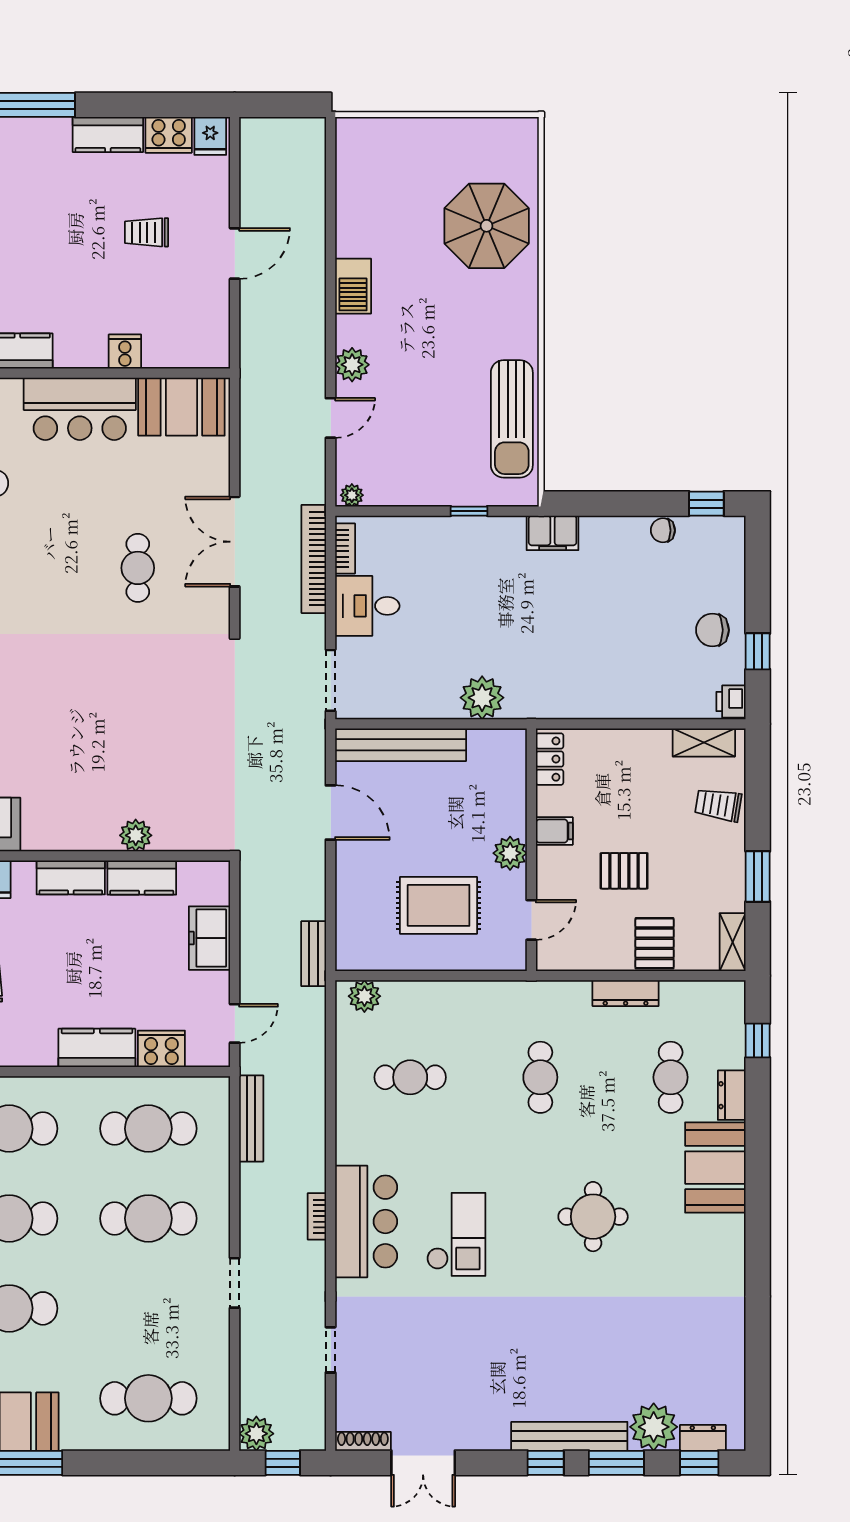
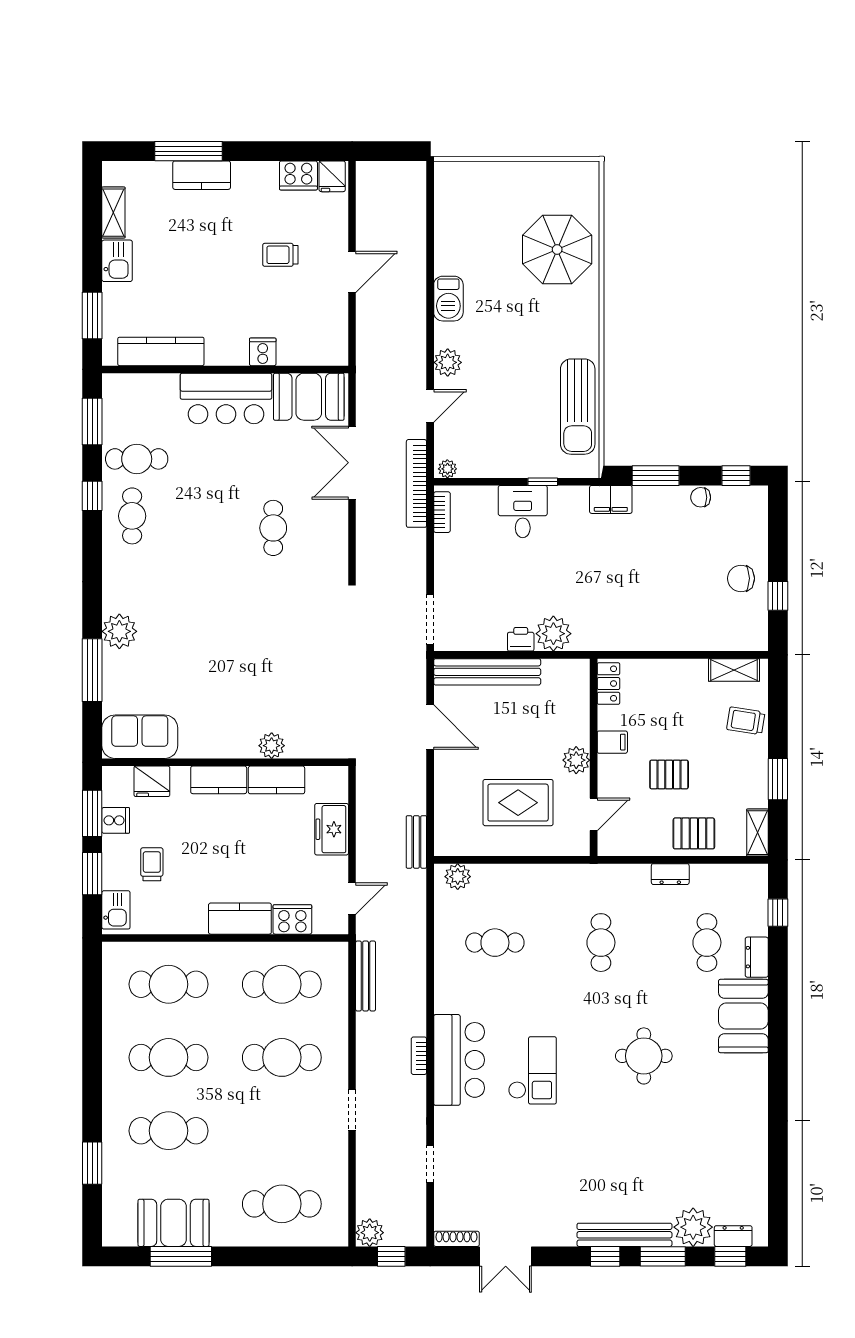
kitchen counter: (108, 135) -> (202, 175), moved
window: (608, 504) -> (656, 476), added
double door: (235, 542) -> (352, 463), moved
bookcase: (314, 559) -> (416, 483), moved
desk: (367, 606) -> (523, 512), moved, turned 90
printer: (731, 701) -> (521, 639), moved, turned 90
pallet: (655, 943) -> (694, 833), turned 90
dresser: (626, 993) -> (670, 874), width x0.70

